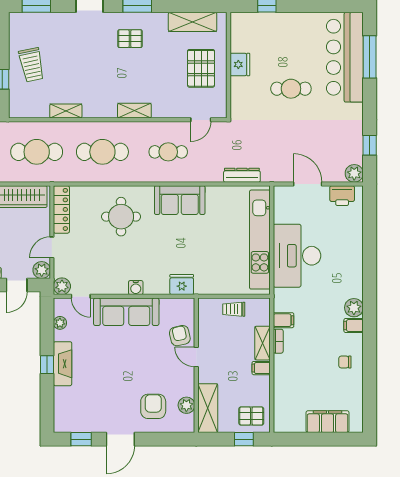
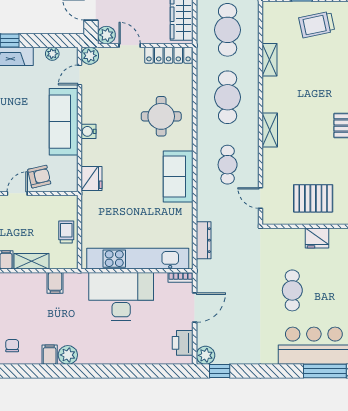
window: (370, 145) -> (220, 371), moved
bookcase: (278, 341) -> (181, 277), moved

